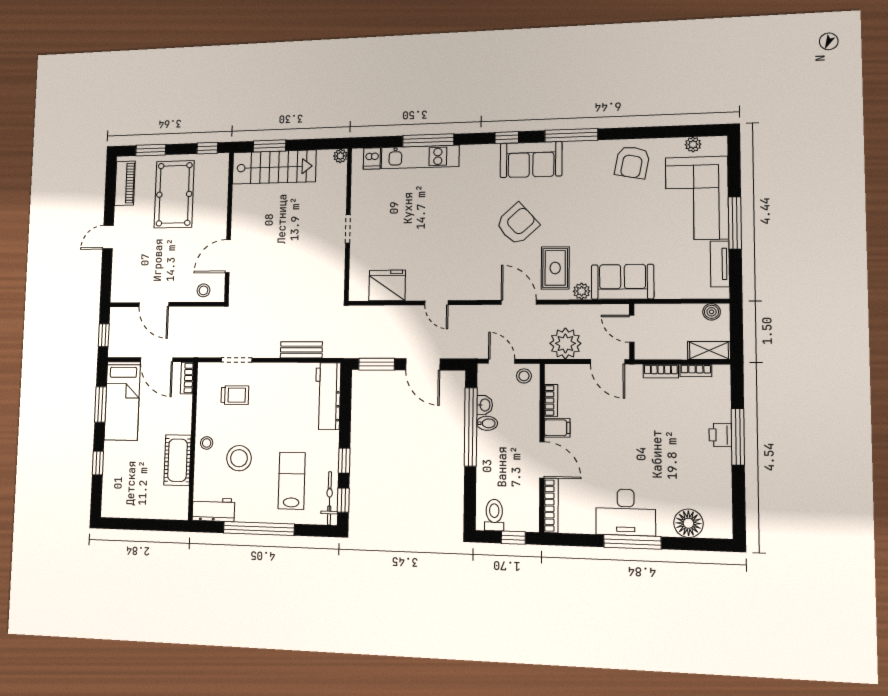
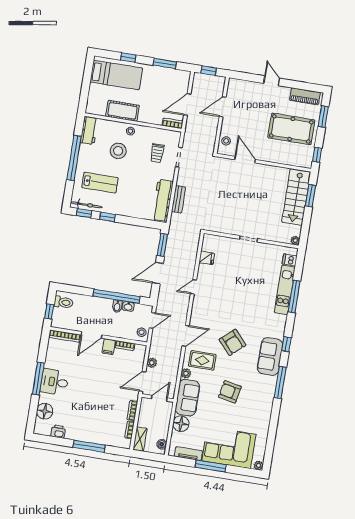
plant: (693, 144) -> (259, 465), moved
armchair: (632, 162) -> (230, 392), moved
fridge: (387, 285) -> (207, 258), width x0.53, depth x0.75
floor lamp: (669, 285) -> (181, 424), added
plant: (565, 343) -> (152, 363), width x0.53, depth x0.53
workbench: (328, 396) -> (163, 200), moved, turned -90
bed: (122, 401) -> (116, 75), moved, turned 180
printer: (720, 435) -> (58, 432), moved
desk: (626, 512) -> (55, 382), width x0.73

